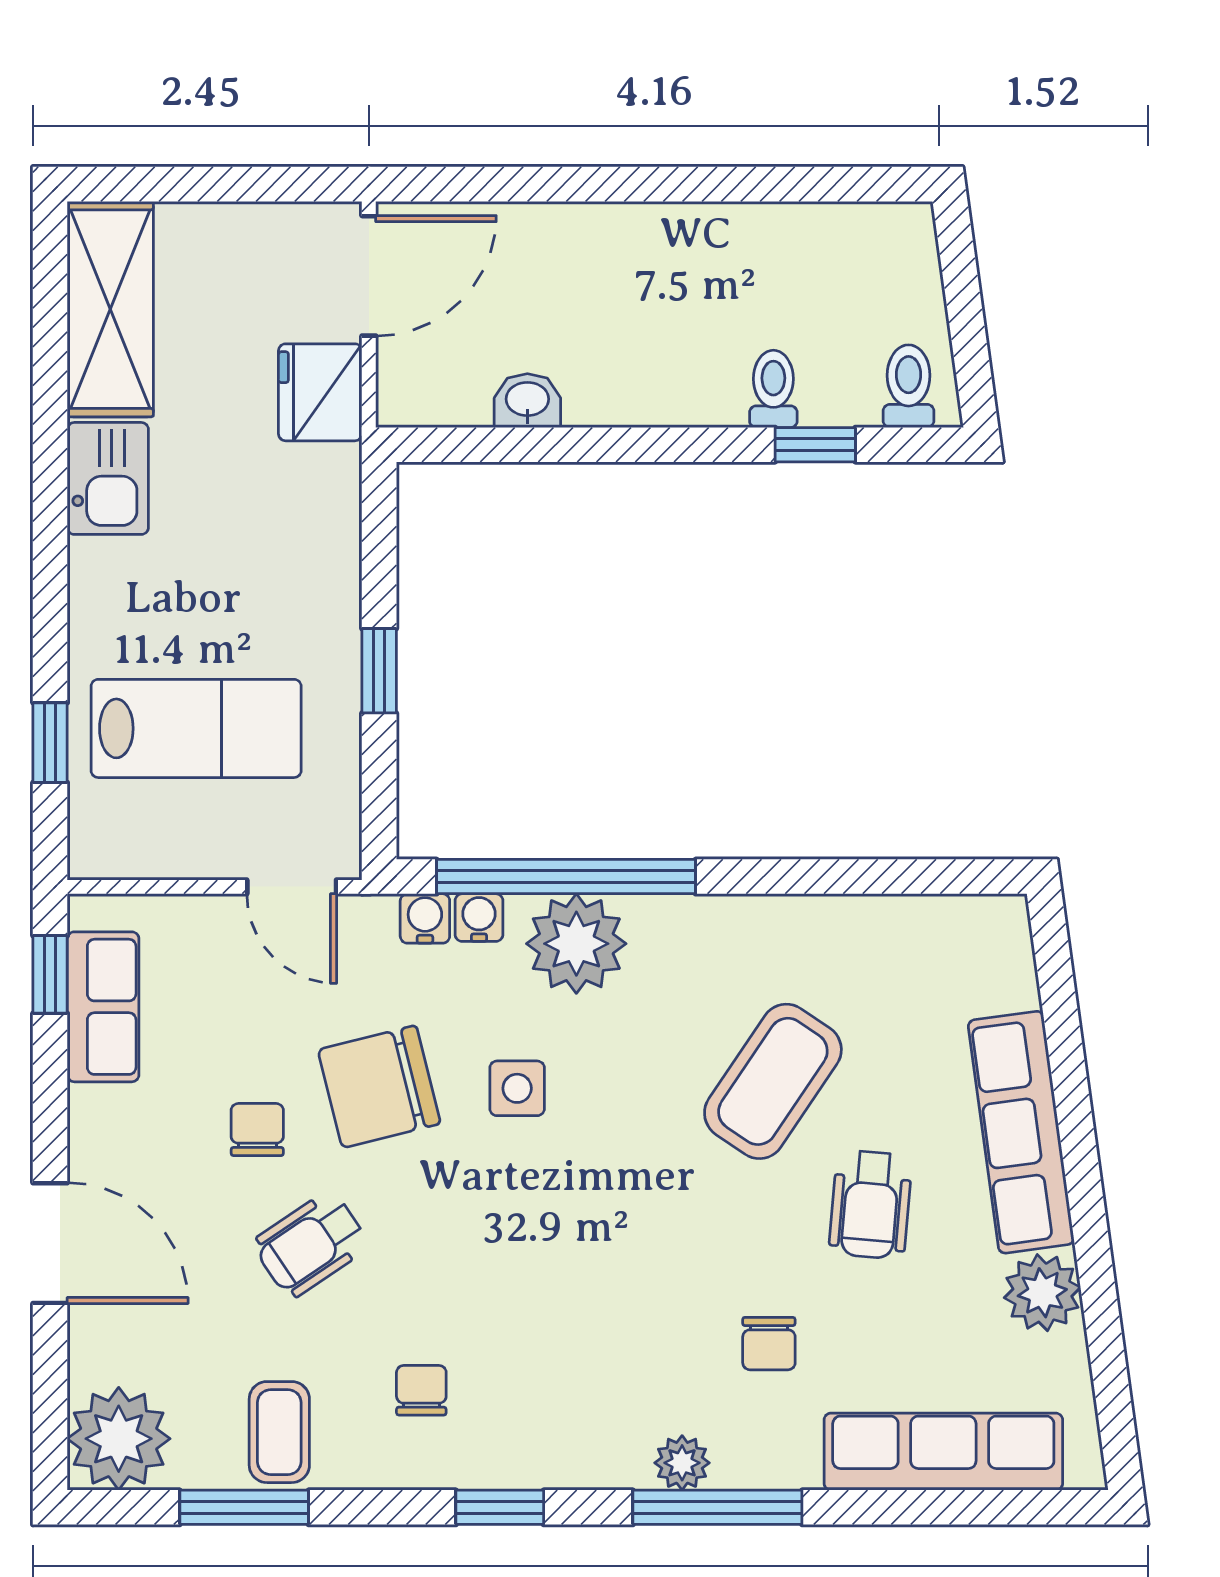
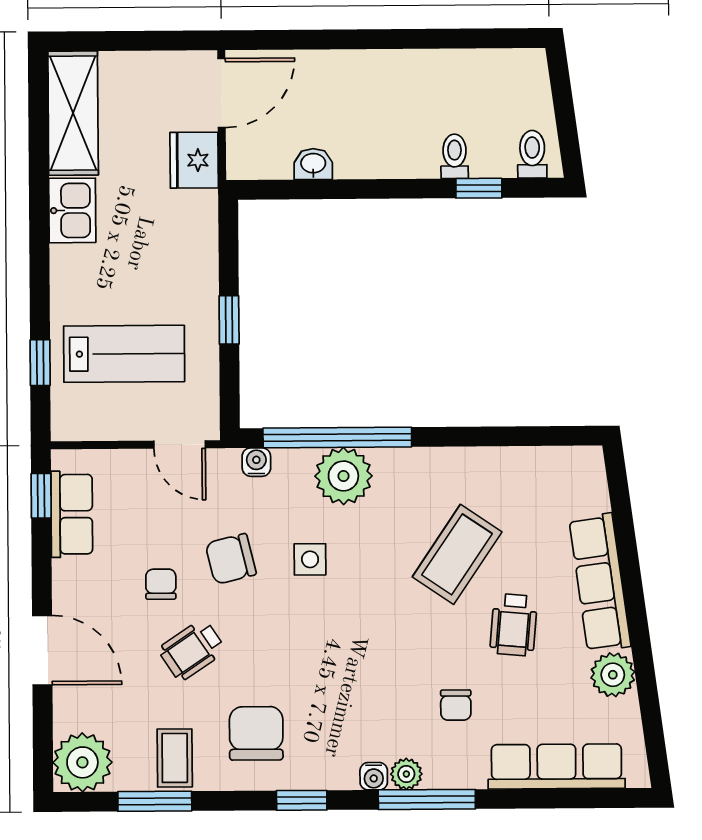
water cooler: (479, 918) -> (374, 776), moved, turned 180
chair: (379, 1087) -> (231, 559), width x0.73, depth x0.73
chair: (421, 1390) -> (256, 733), width x1.87, depth x1.87

